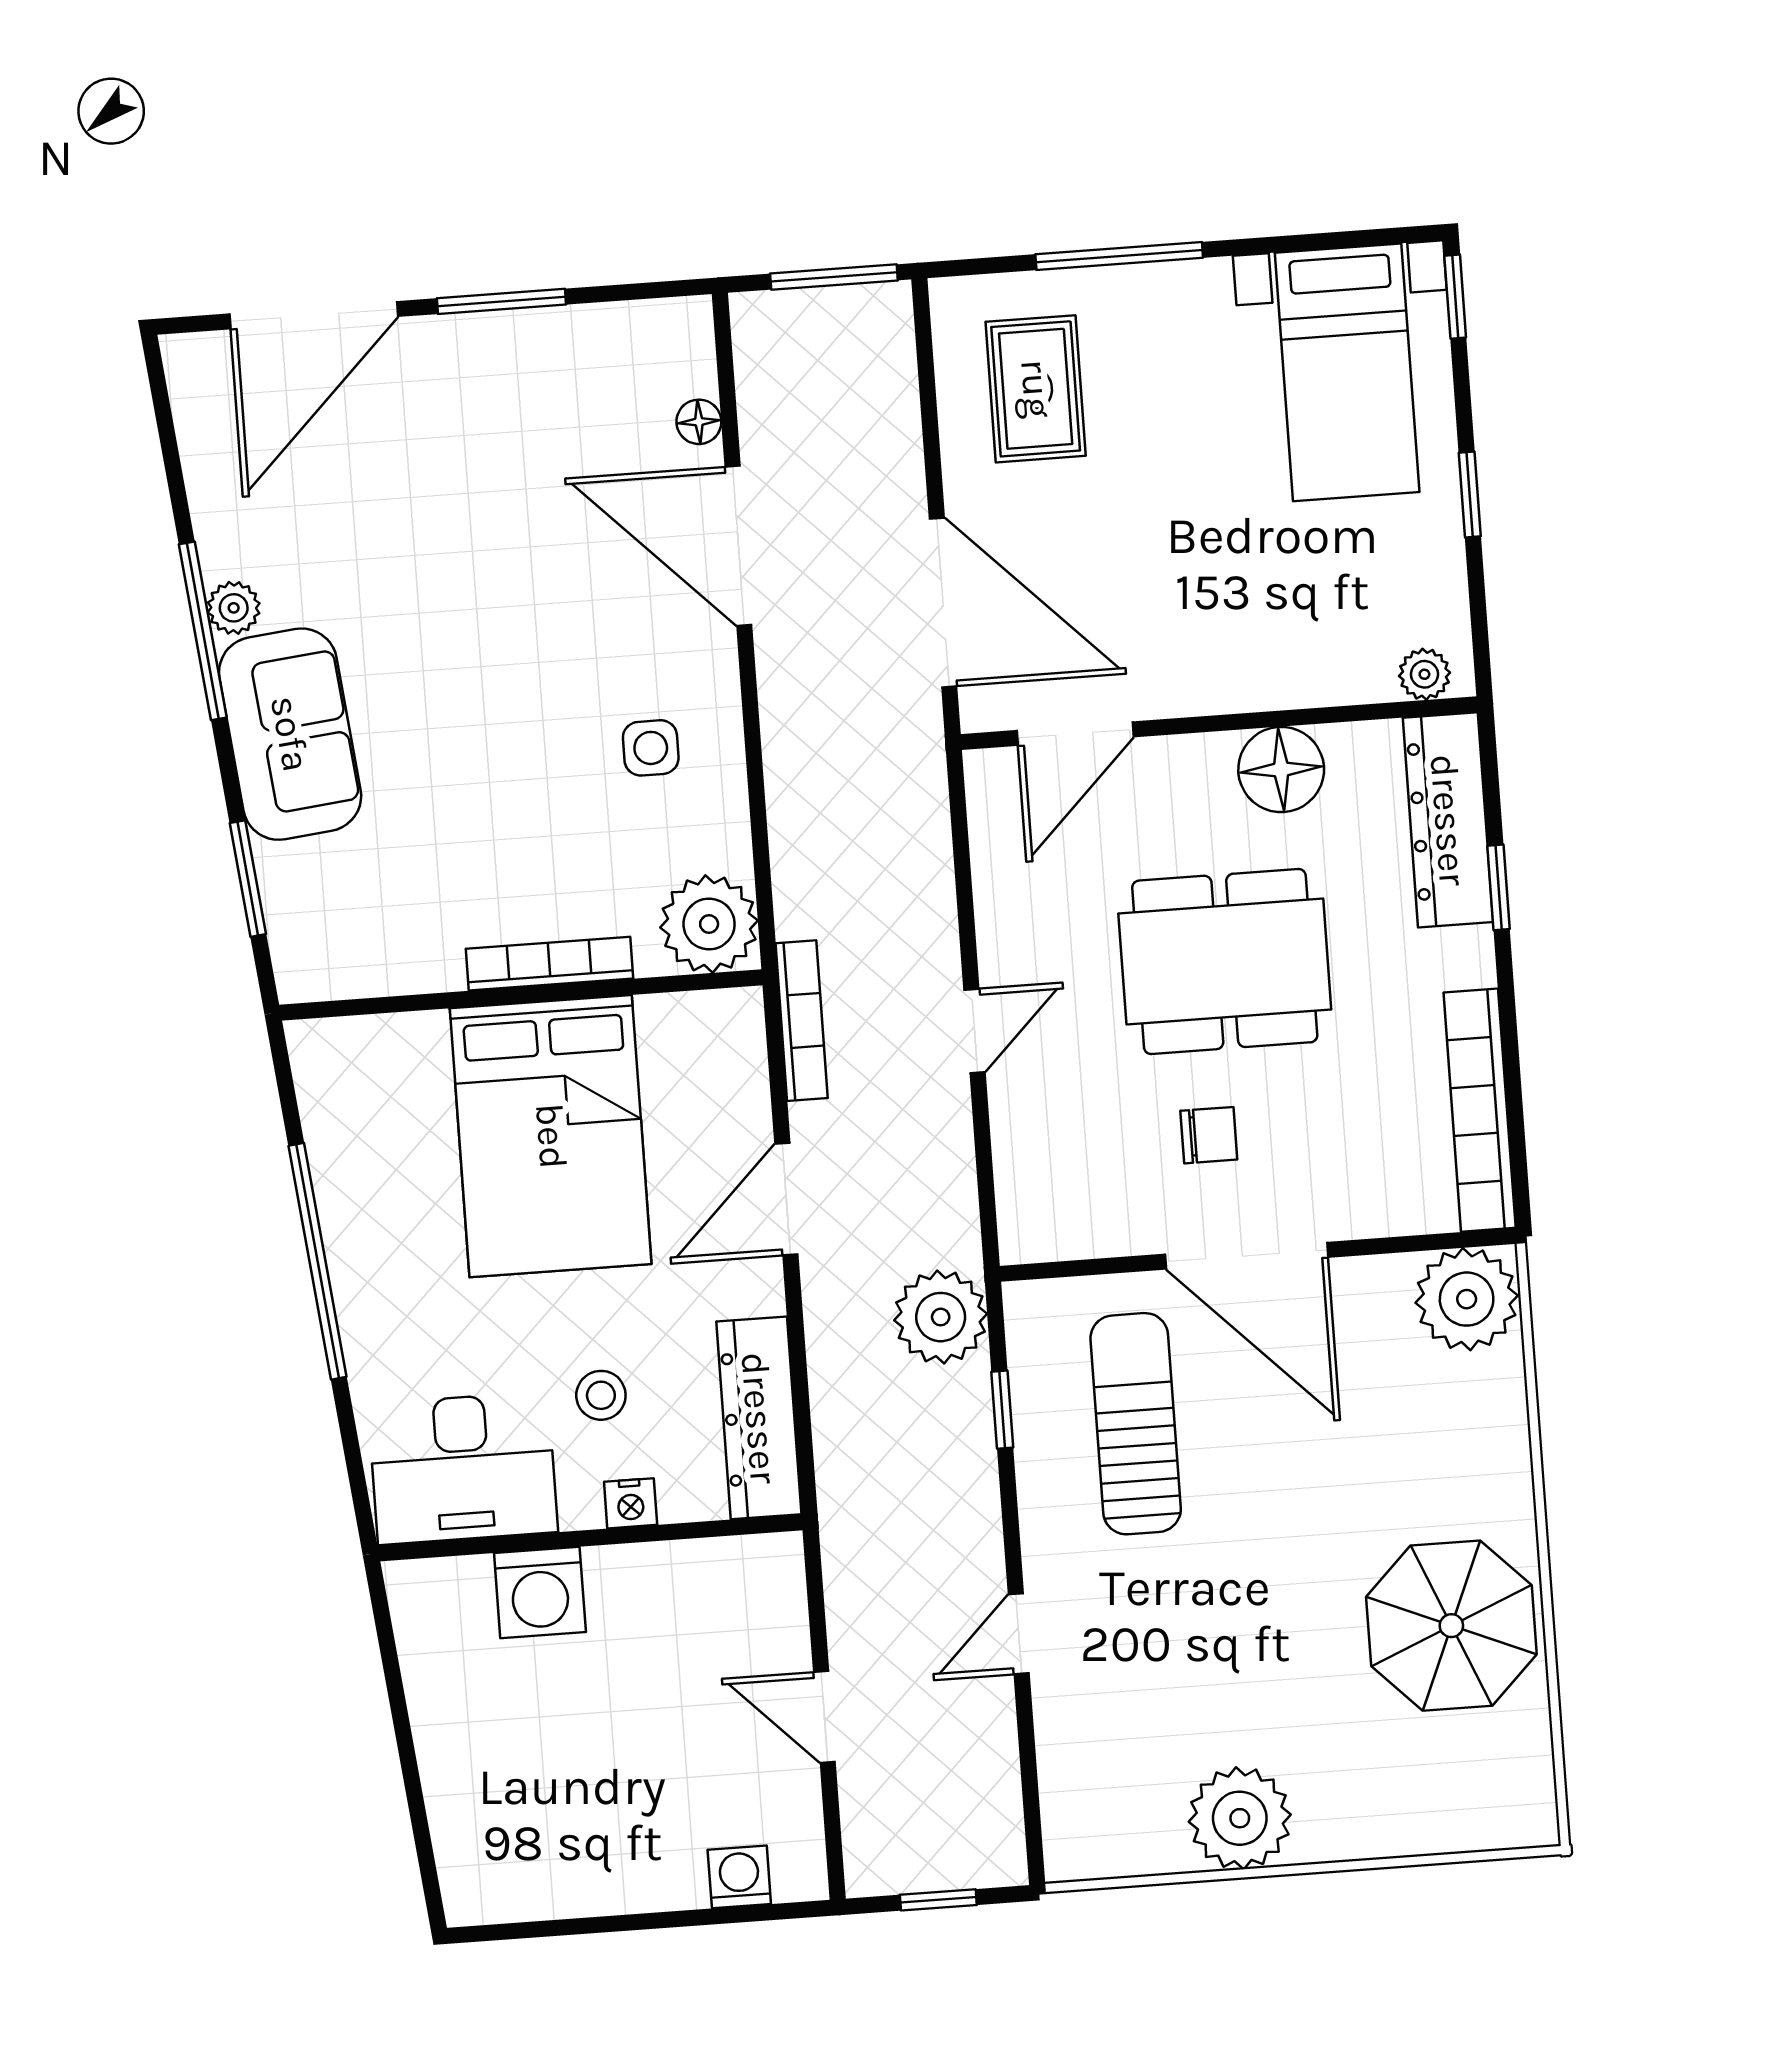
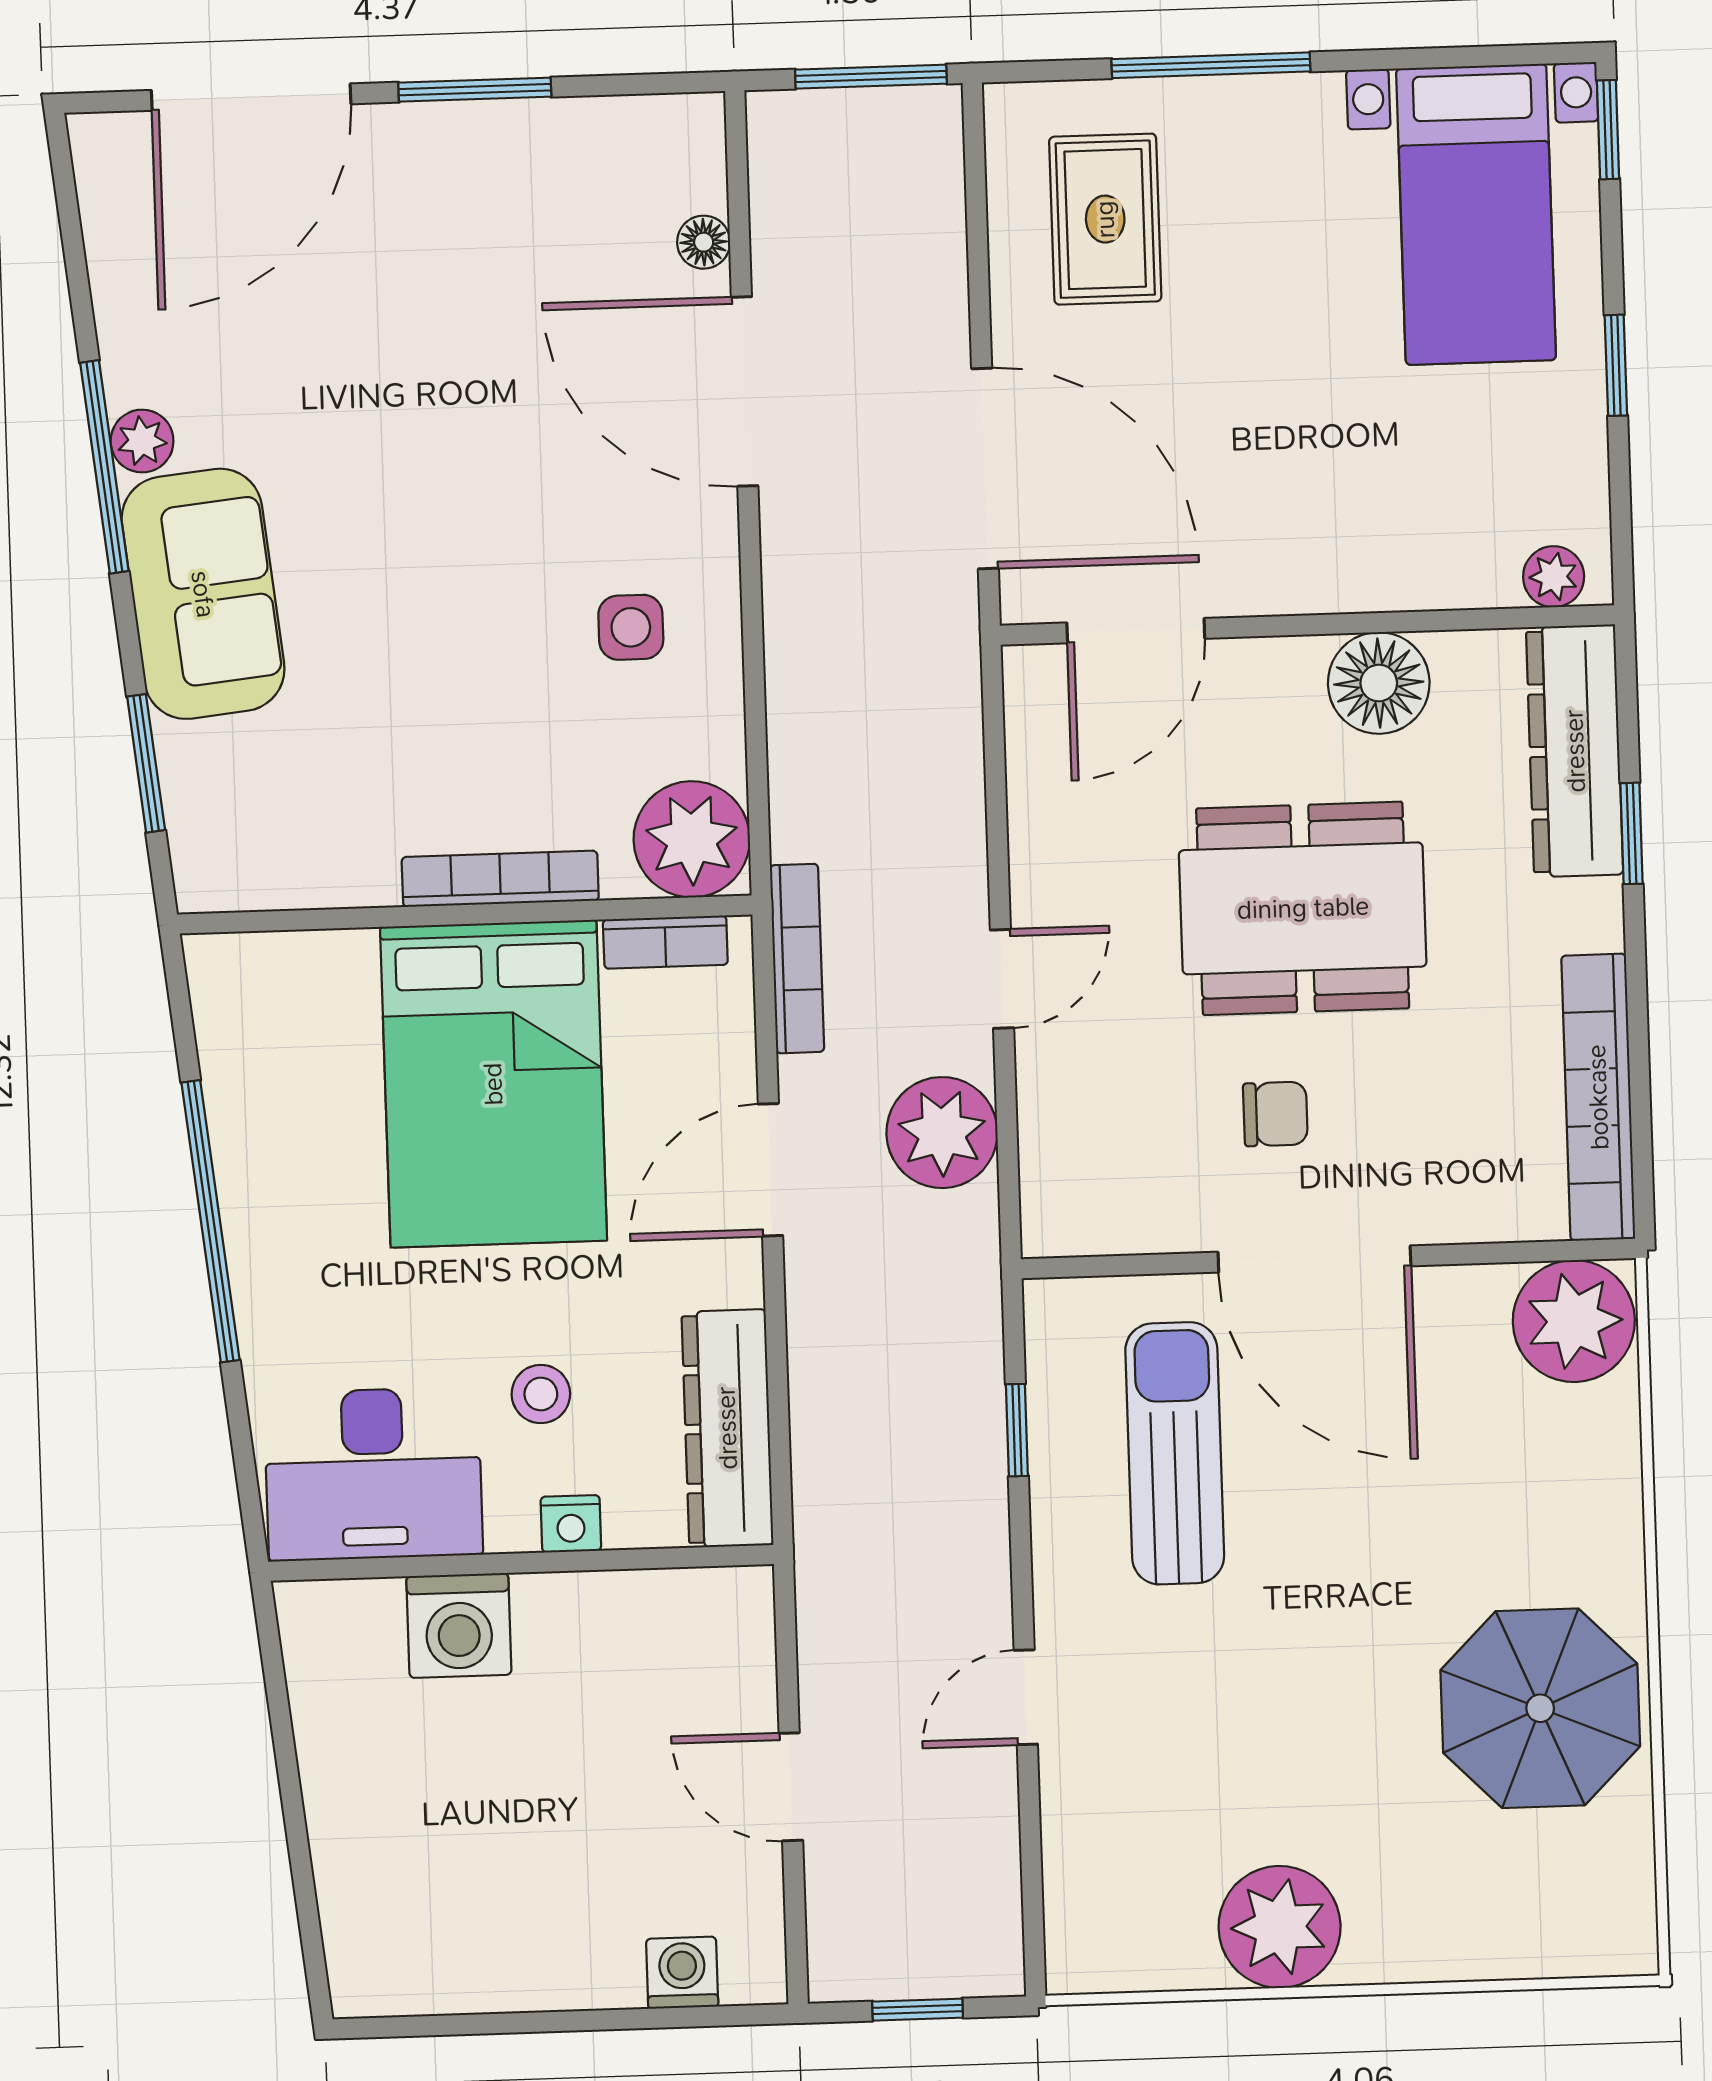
bookcase: (690, 1011) -> (665, 942), added
plant: (941, 1317) -> (942, 1133), moved

